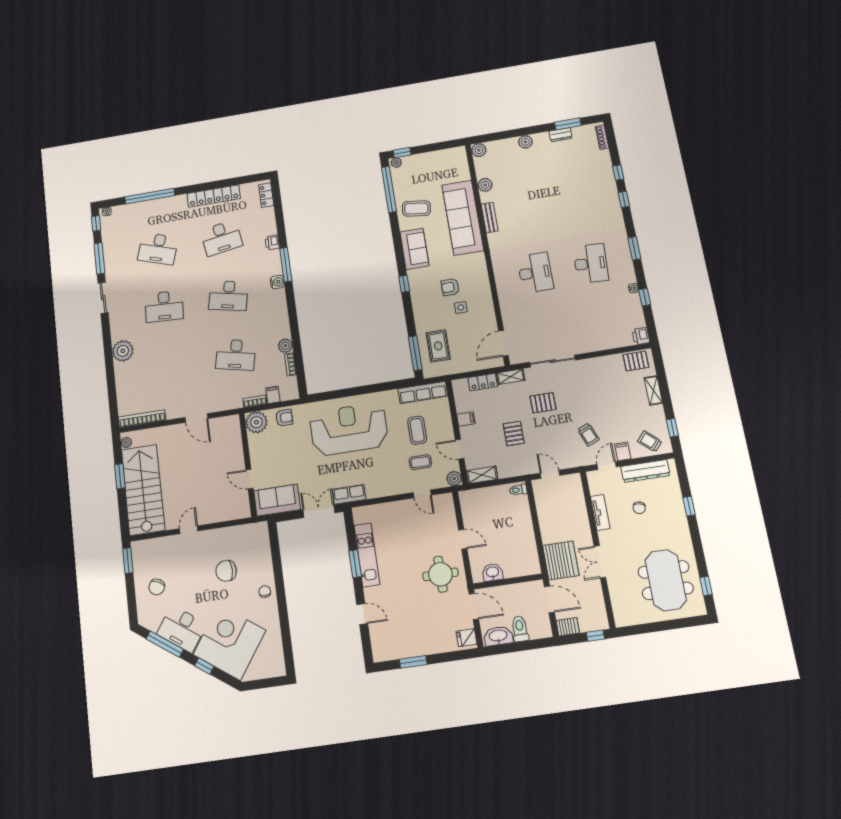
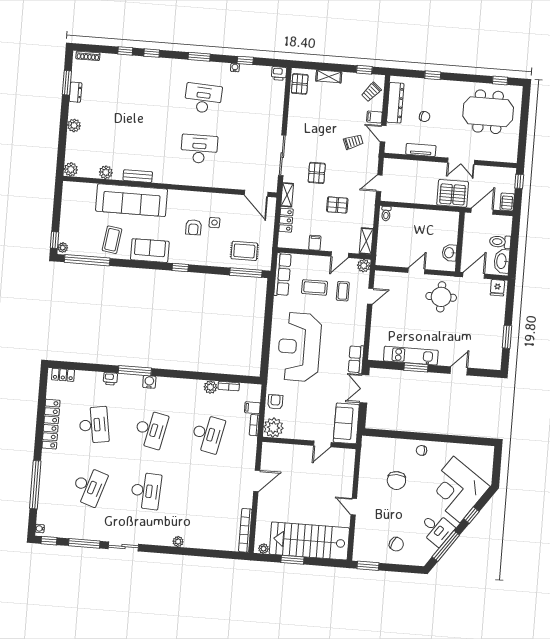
plant: (123, 351) -> (178, 542), width x0.53, depth x0.53
desk: (182, 629) -> (436, 529), width x0.73

